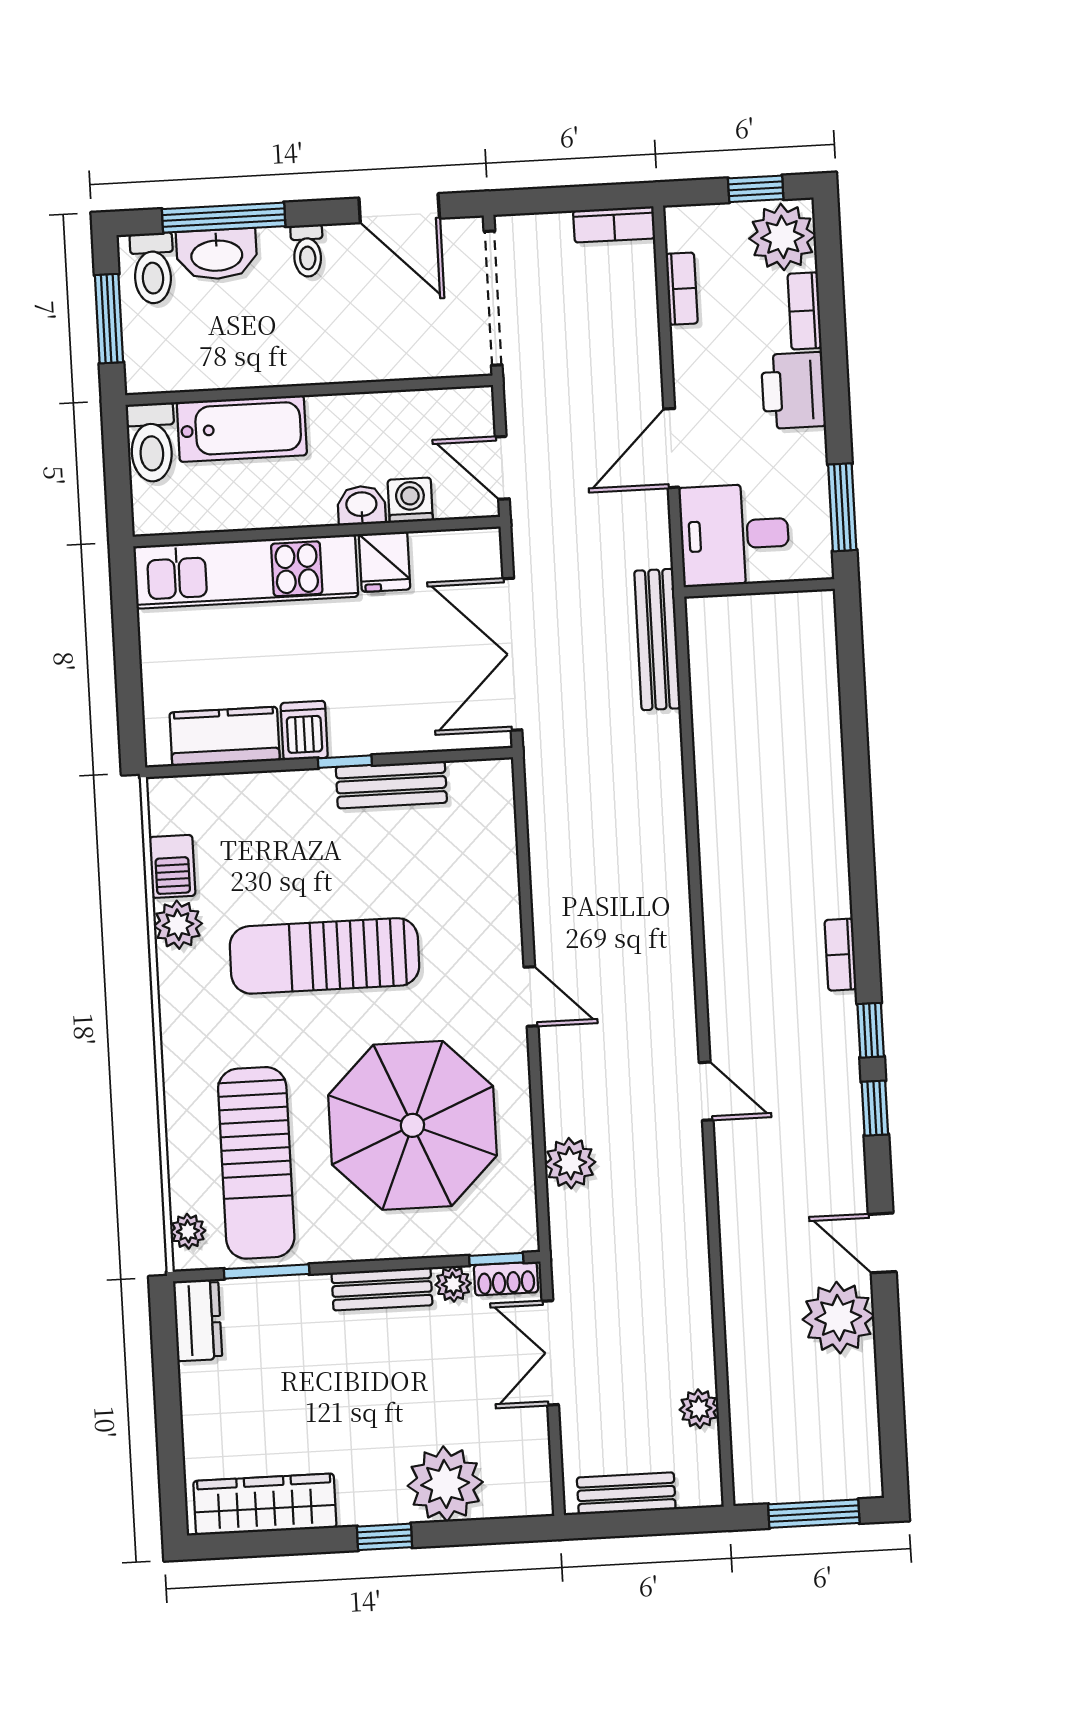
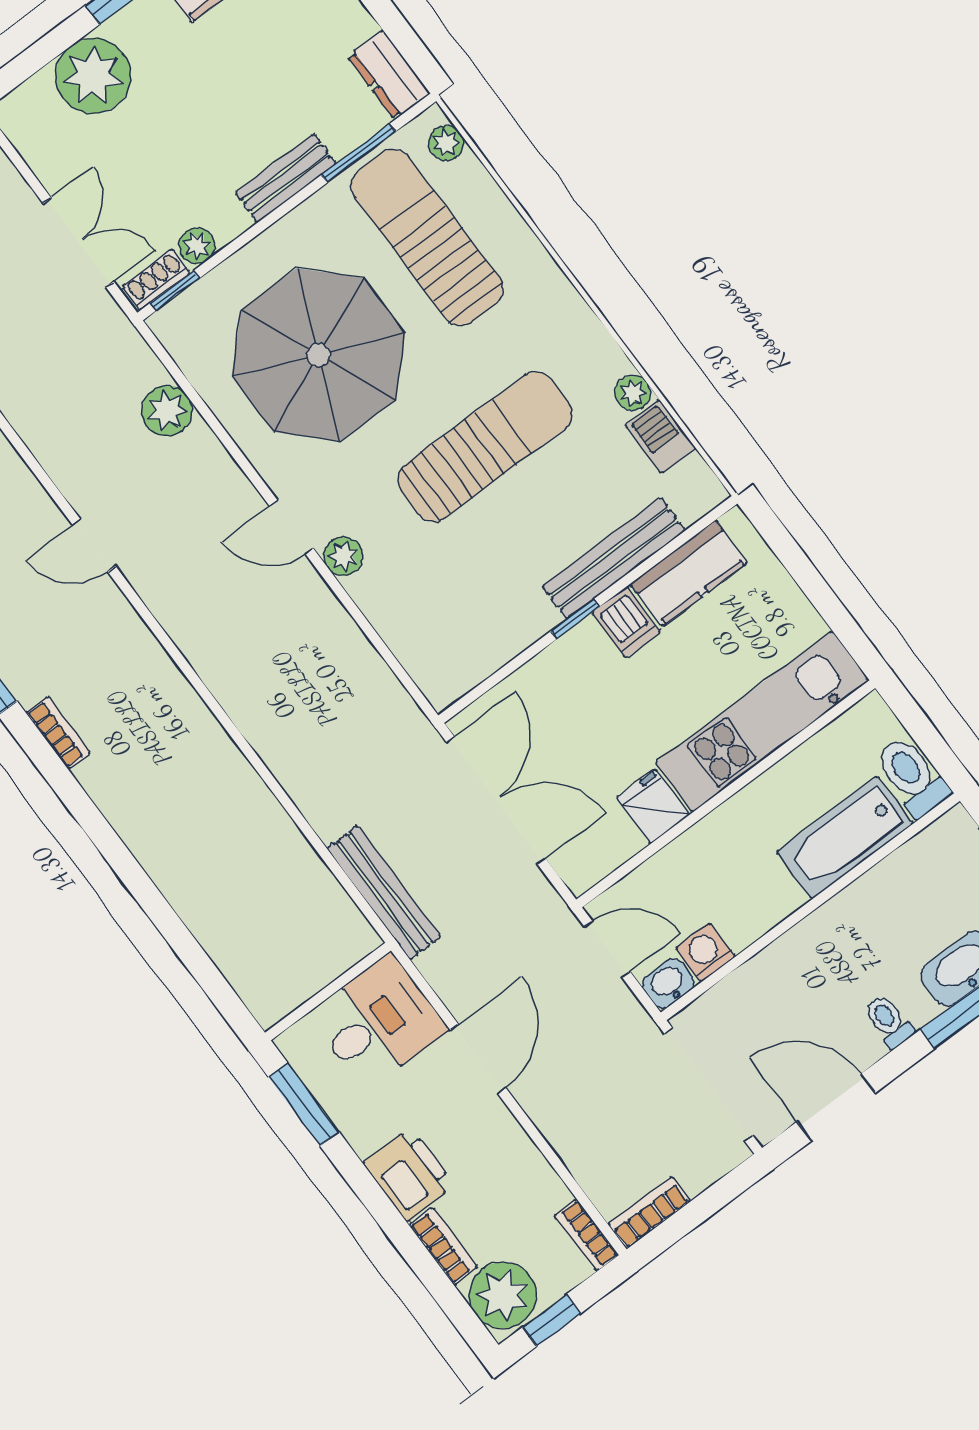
bookcase: (682, 289) -> (586, 1235), moved
washing machine: (410, 500) -> (706, 952), moved, turned 180
washbasin: (361, 505) -> (668, 983), moved, turned 180
bench: (391, 785) -> (614, 558), moved, width x1.36
plant: (178, 925) -> (633, 393), width x0.73, depth x0.73
plant: (504, 943) -> (343, 556), added
bench: (382, 1289) -> (286, 178), moved

